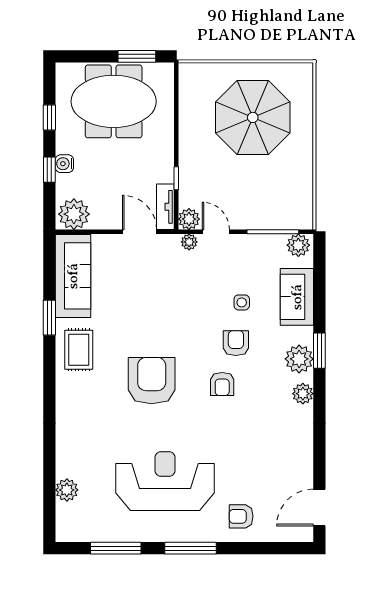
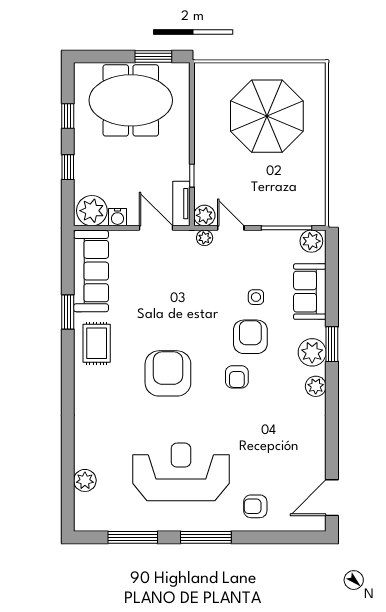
water cooler: (64, 164) -> (118, 217), moved, turned -90
armchair: (236, 343) -> (250, 337), width x1.38, depth x1.38

